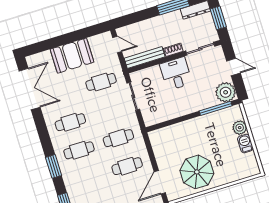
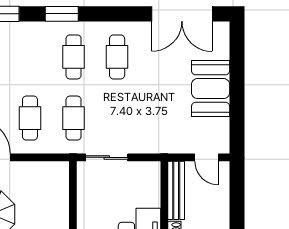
door: (117, 45) -> (207, 157), hinge flipped
cafe table: (101, 82) -> (161, 118), removed
sliding door: (133, 96) -> (107, 157), moved

